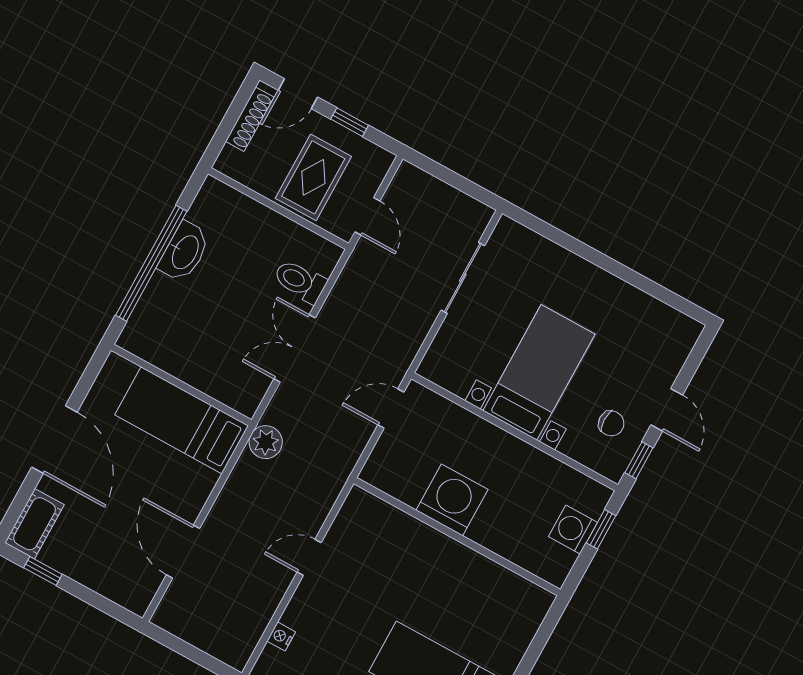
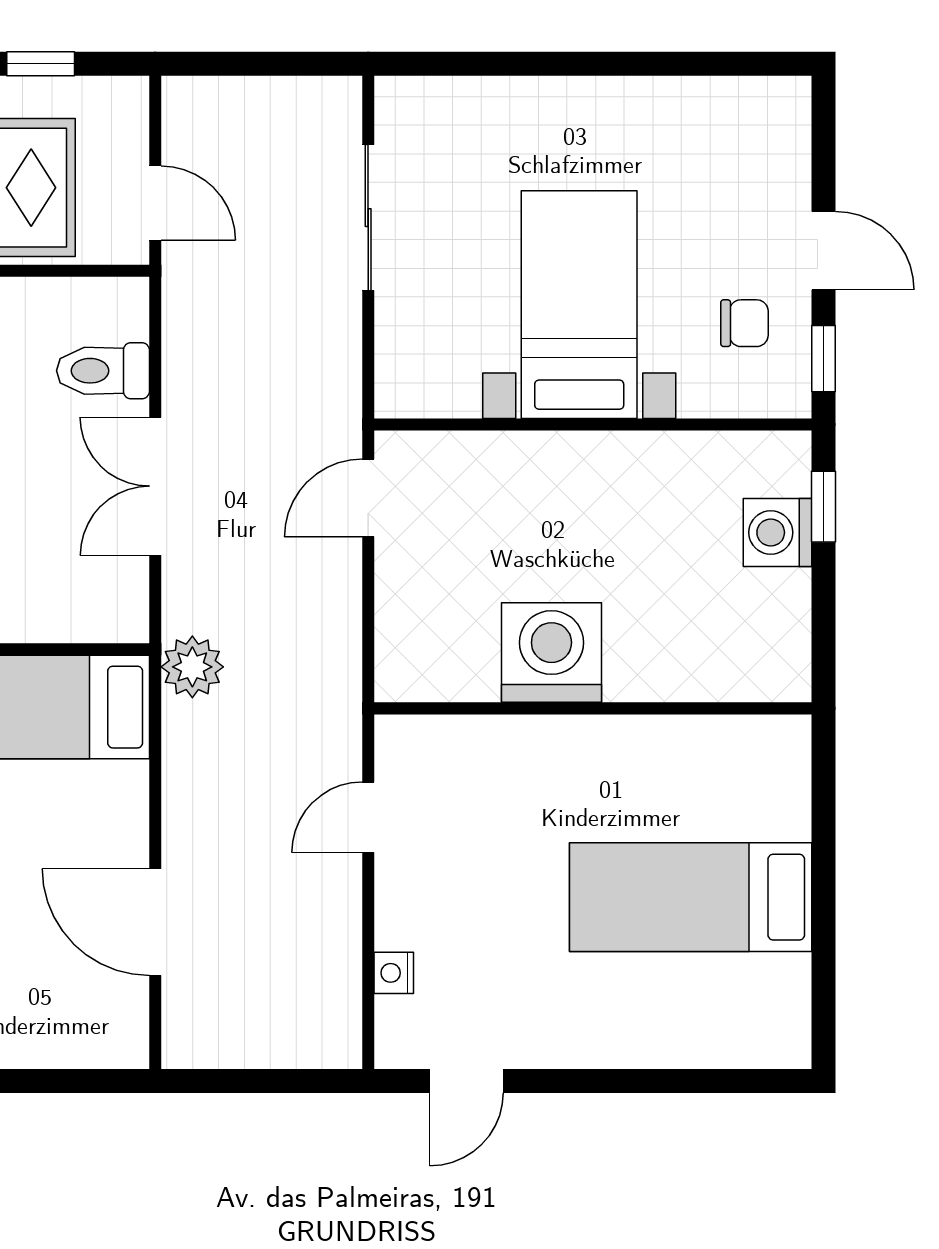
washing machine: (452, 500) -> (551, 653), moved
wall: (457, 537) -> (593, 708), moved

